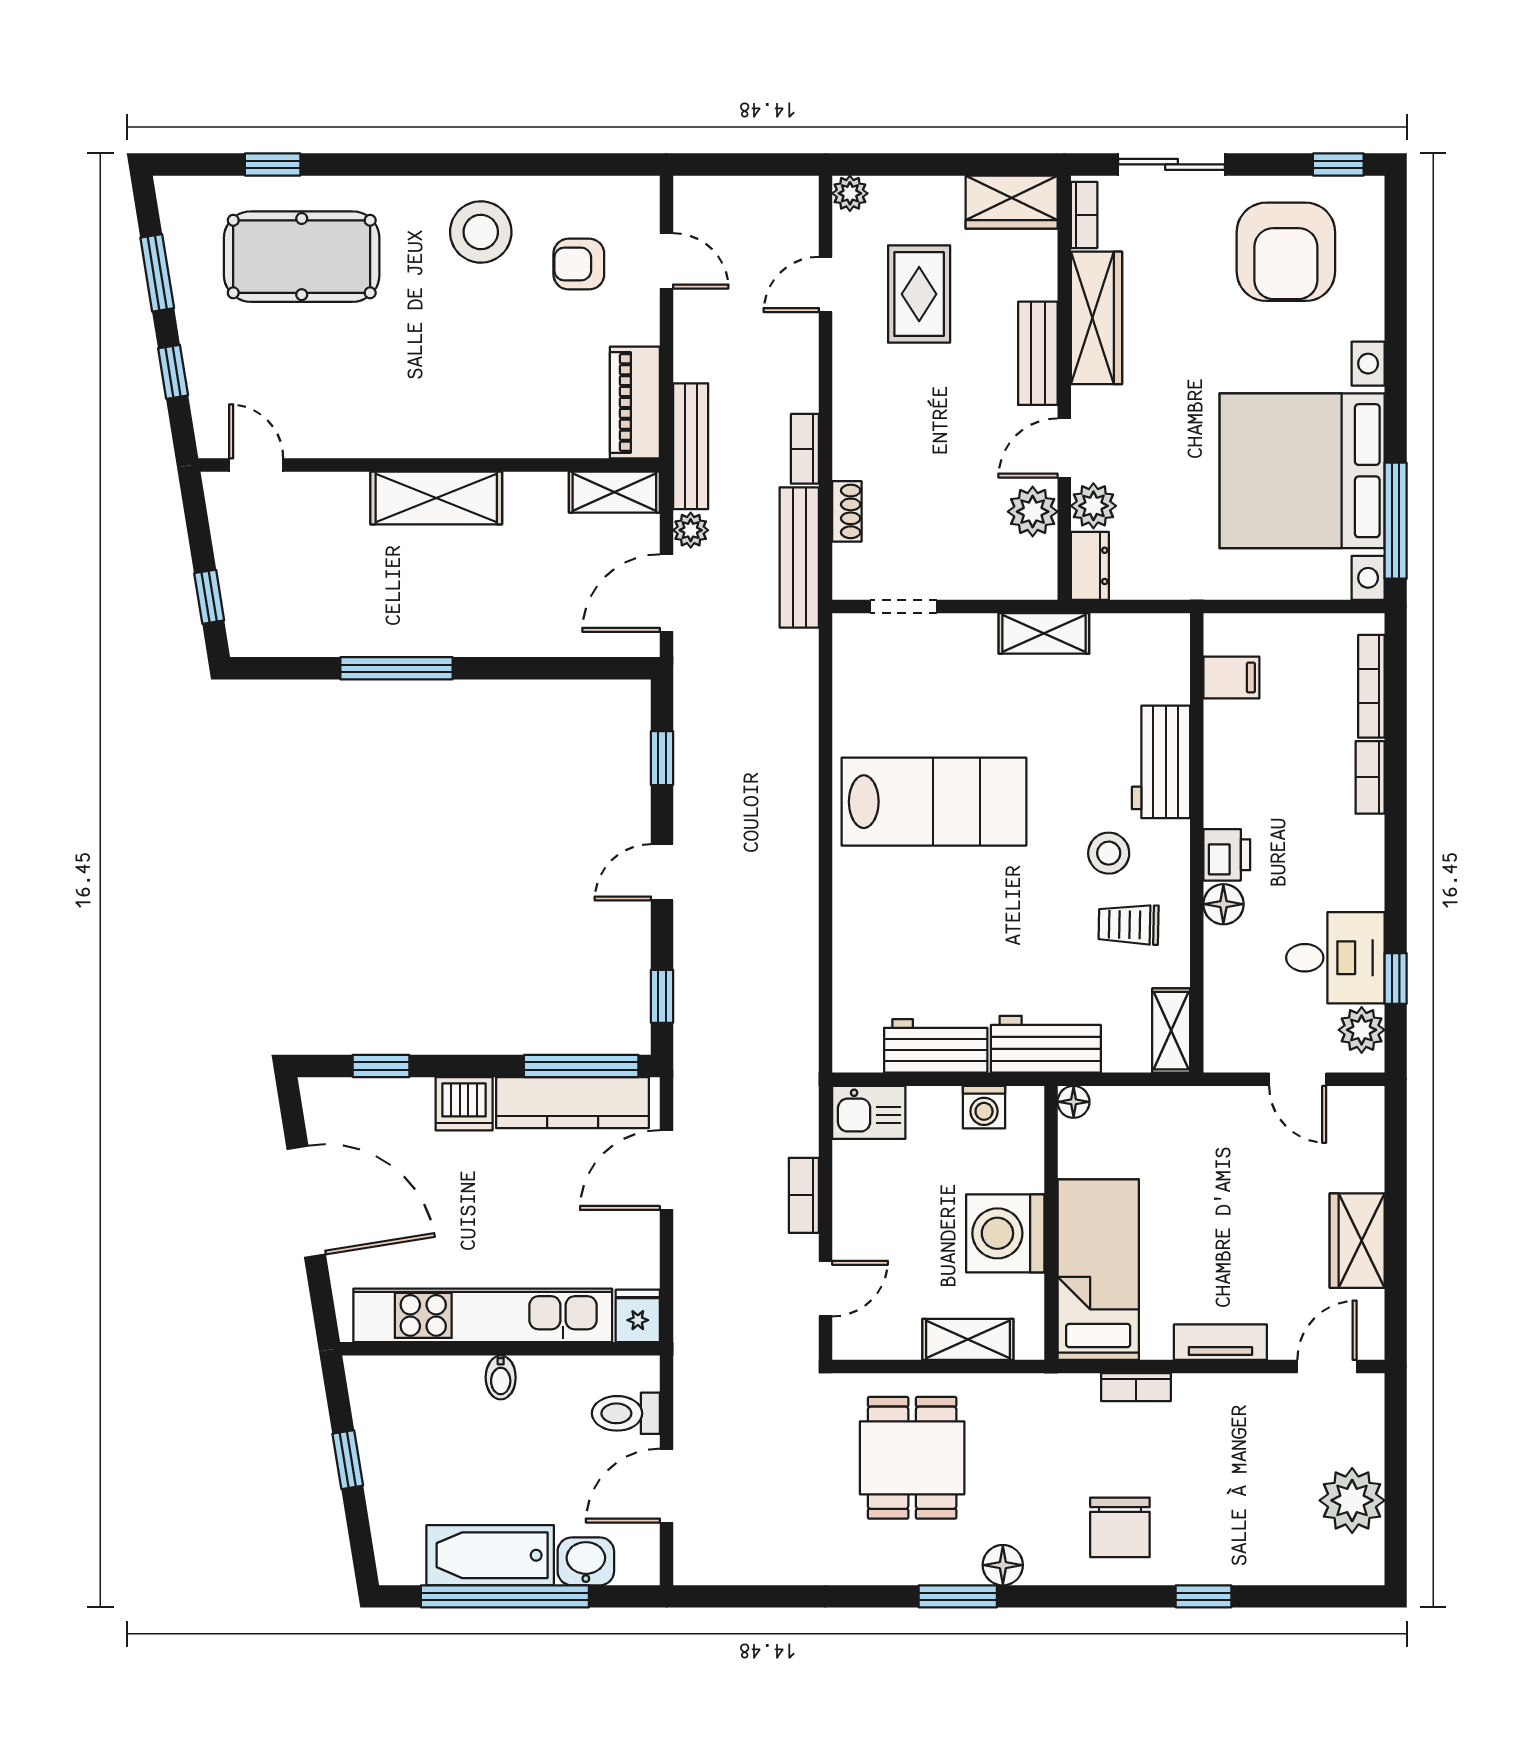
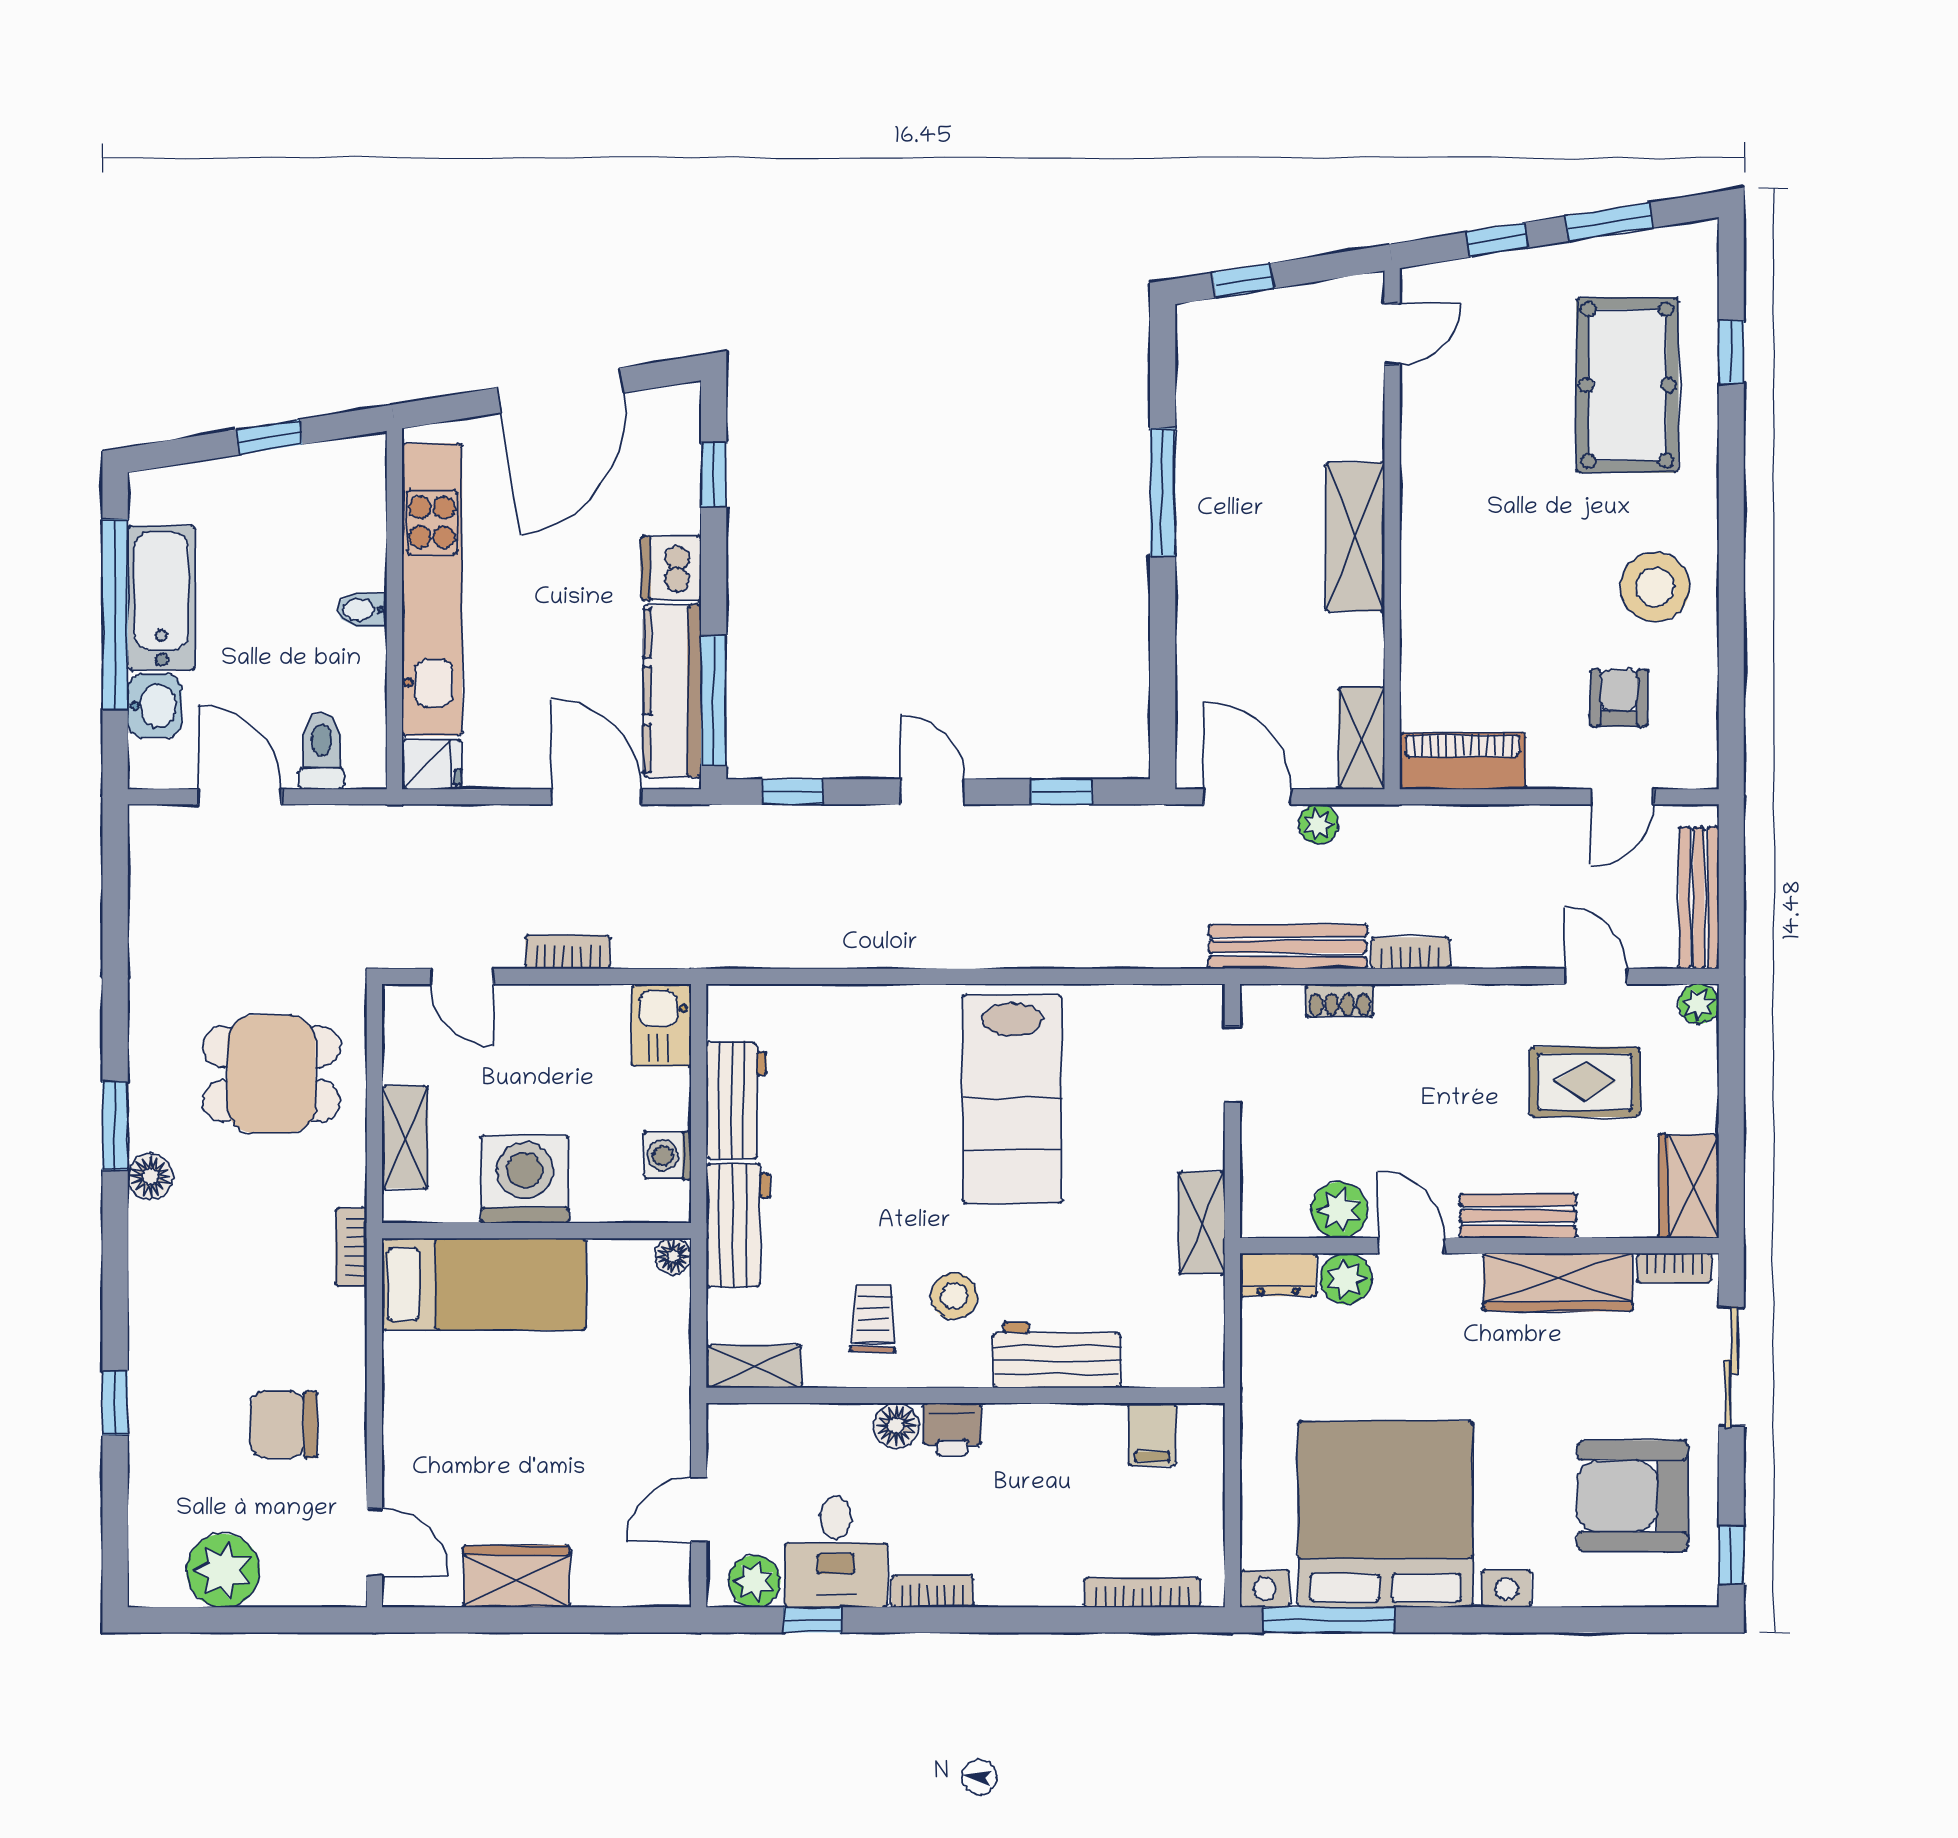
bench: (691, 446) -> (1699, 898), moved, turned 90
bookcase: (1370, 777) -> (932, 1591), moved
tv unit: (1220, 1342) -> (402, 1422), removed
bookcase: (1136, 1387) -> (351, 1247), moved
chair: (1120, 1527) -> (284, 1425), moved

